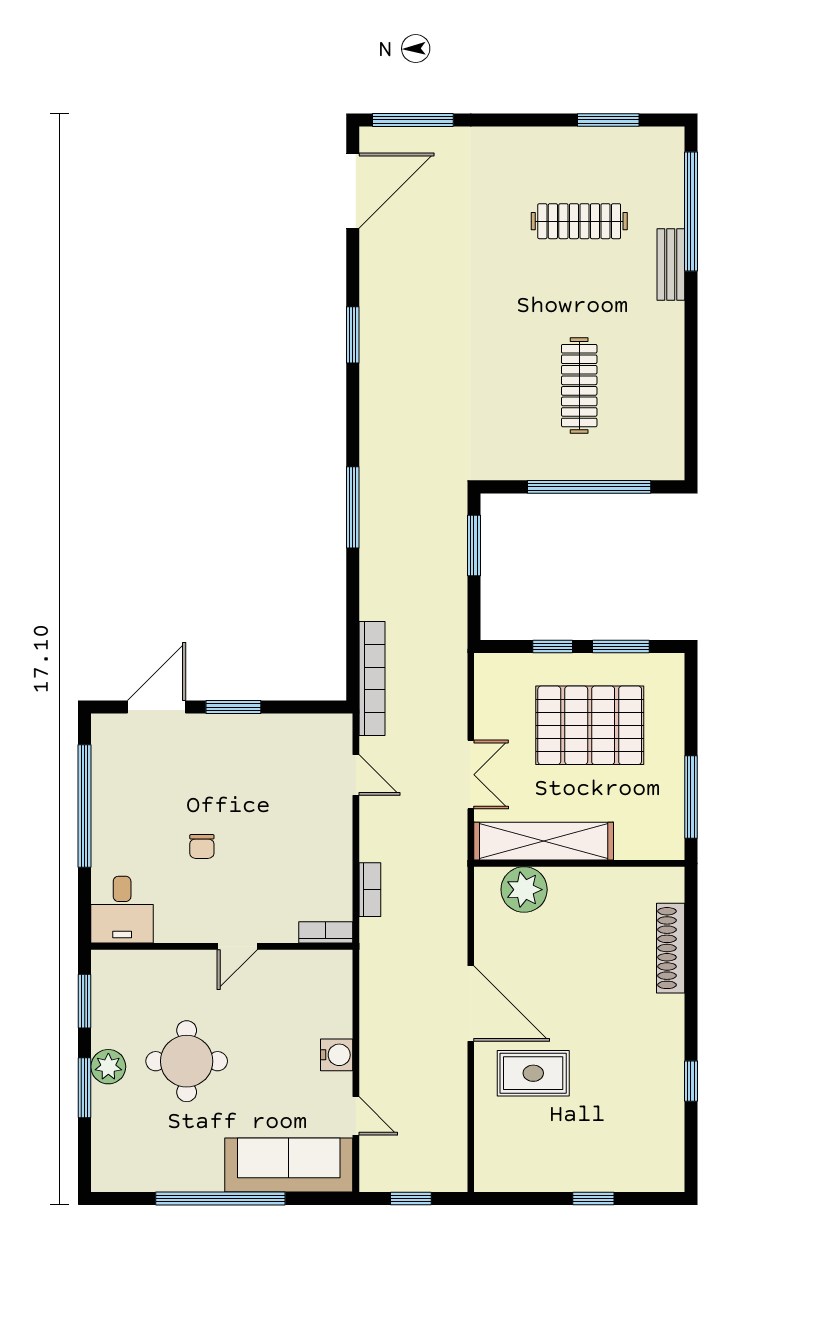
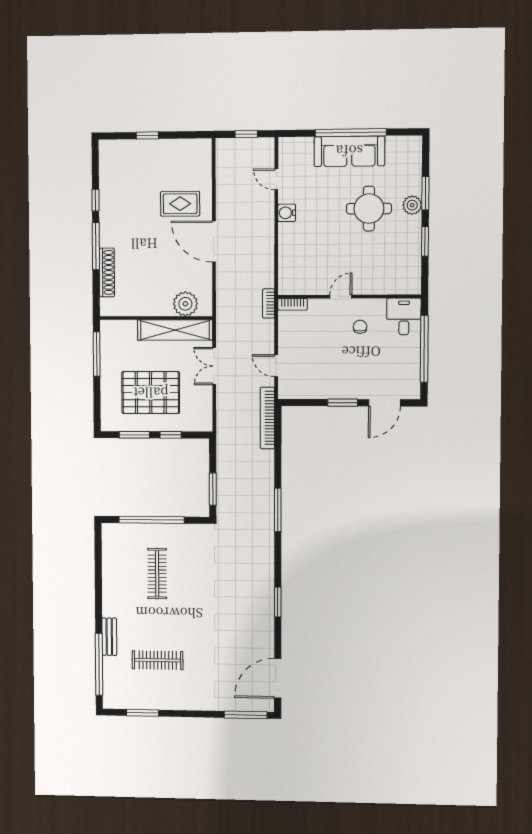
desk: (122, 910) -> (404, 316), moved
bookcase: (326, 932) -> (293, 304), moved
wall: (222, 946) -> (349, 297), moved
door: (237, 946) -> (341, 297), moved
window: (691, 997) -> (96, 246), added
sofa: (289, 1165) -> (349, 151), moved

